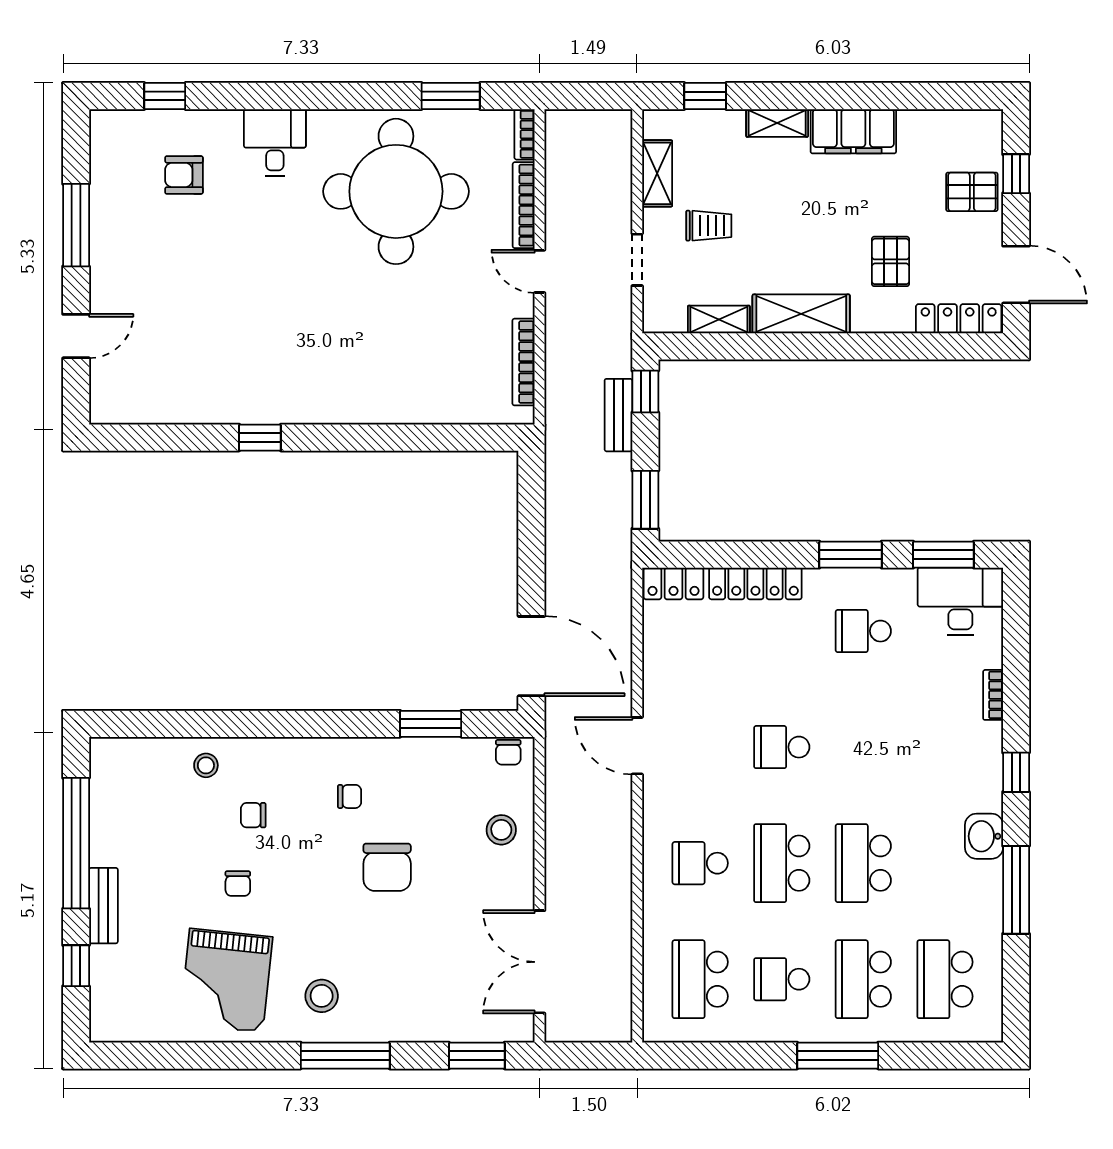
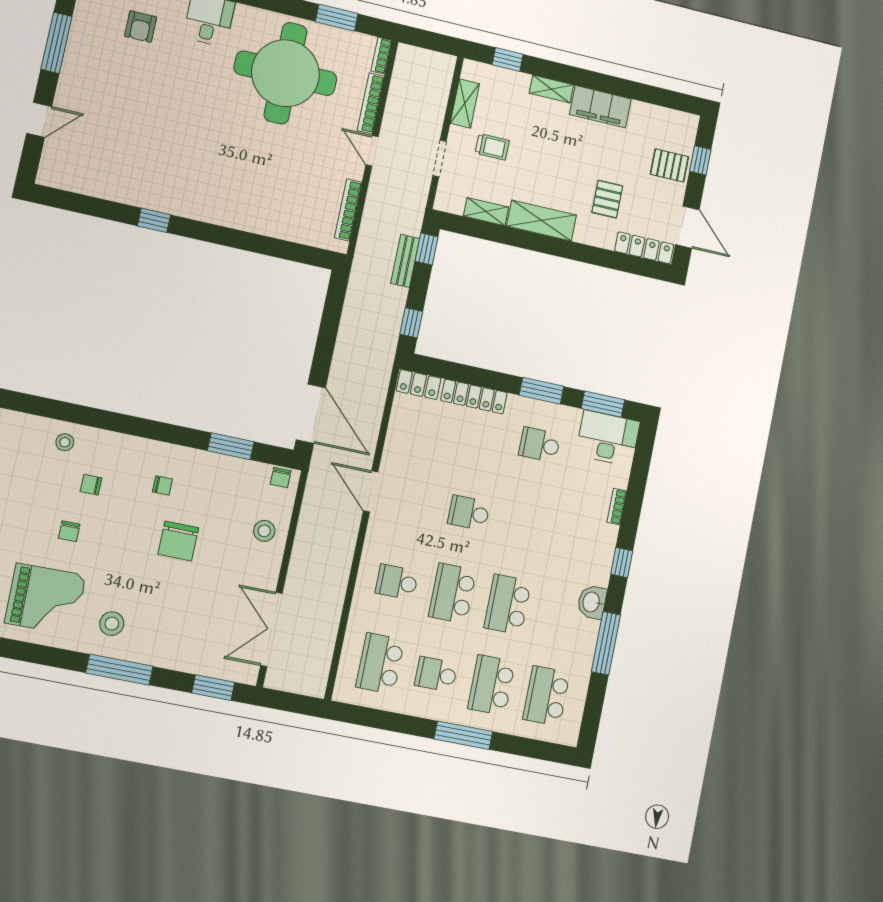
armchair: (184, 175) -> (141, 27), turned -90
window: (645, 500) -> (411, 323), width x0.67
grand piano: (226, 980) -> (45, 599), turned -97

